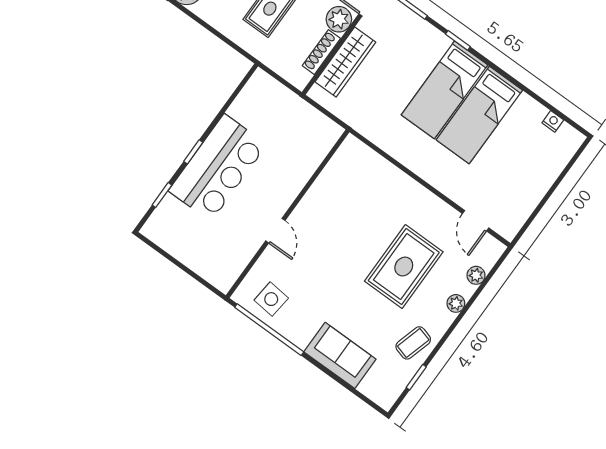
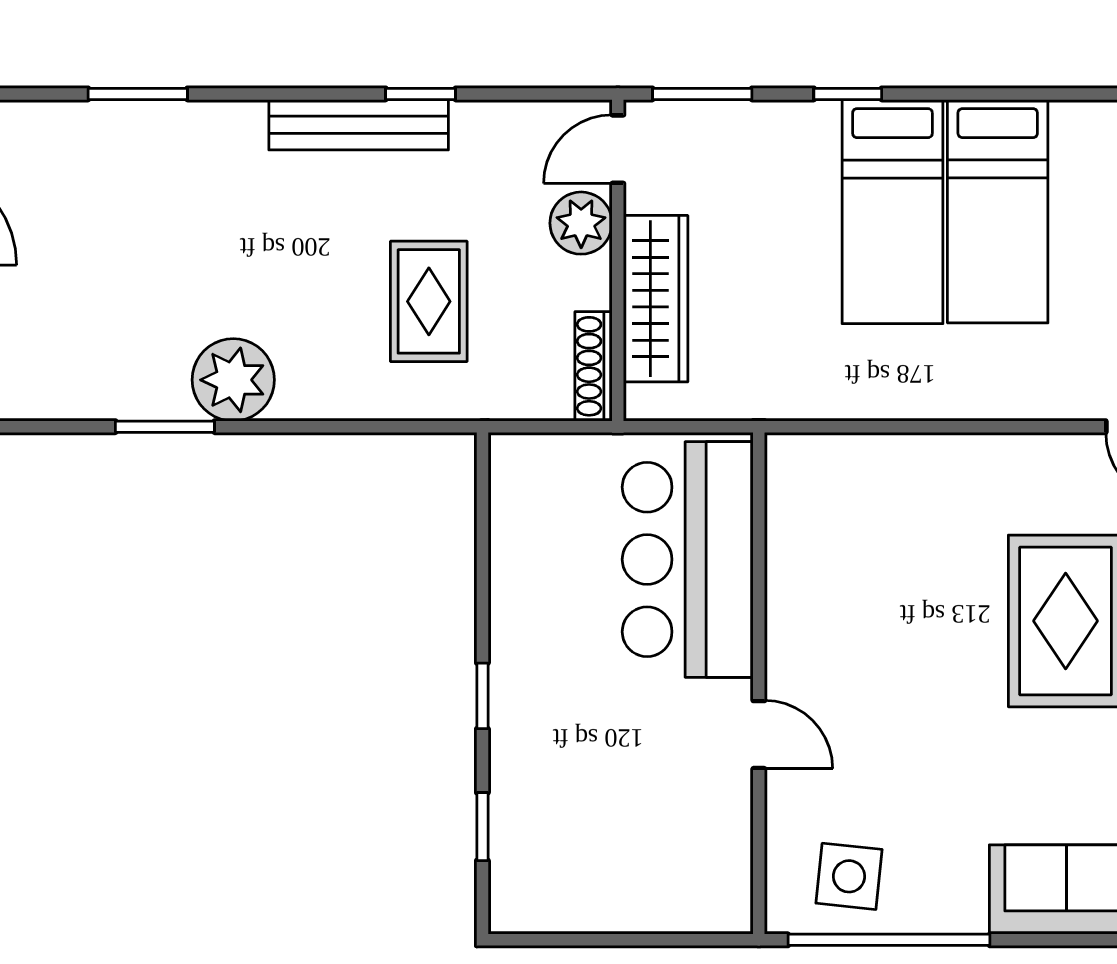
shoe rack: (321, 52) -> (594, 366), moved
bar counter: (218, 168) -> (688, 559), moved, turned 180

